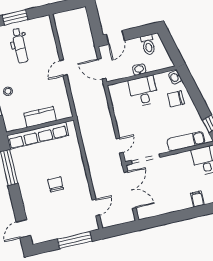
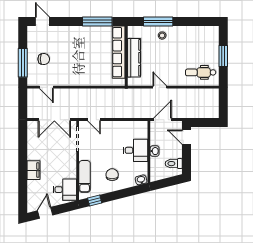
dental chair: (20, 46) -> (201, 72), moved
door: (63, 68) -> (160, 87), moved
chair: (176, 99) -> (112, 175), moved
kitchen counter: (40, 117) -> (134, 58), width x1.50
chair: (56, 184) -> (44, 59), moved
filing cabinet: (197, 199) -> (33, 170), width x2.00

